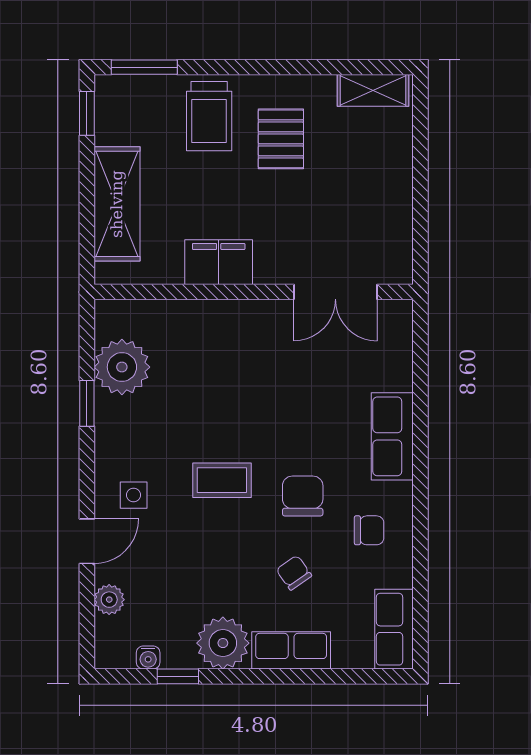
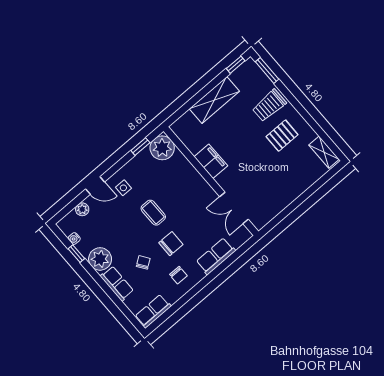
filing cabinet: (219, 262) -> (211, 161), moved
wall: (254, 292) -> (211, 181), moved
double door: (335, 292) -> (234, 208), moved

